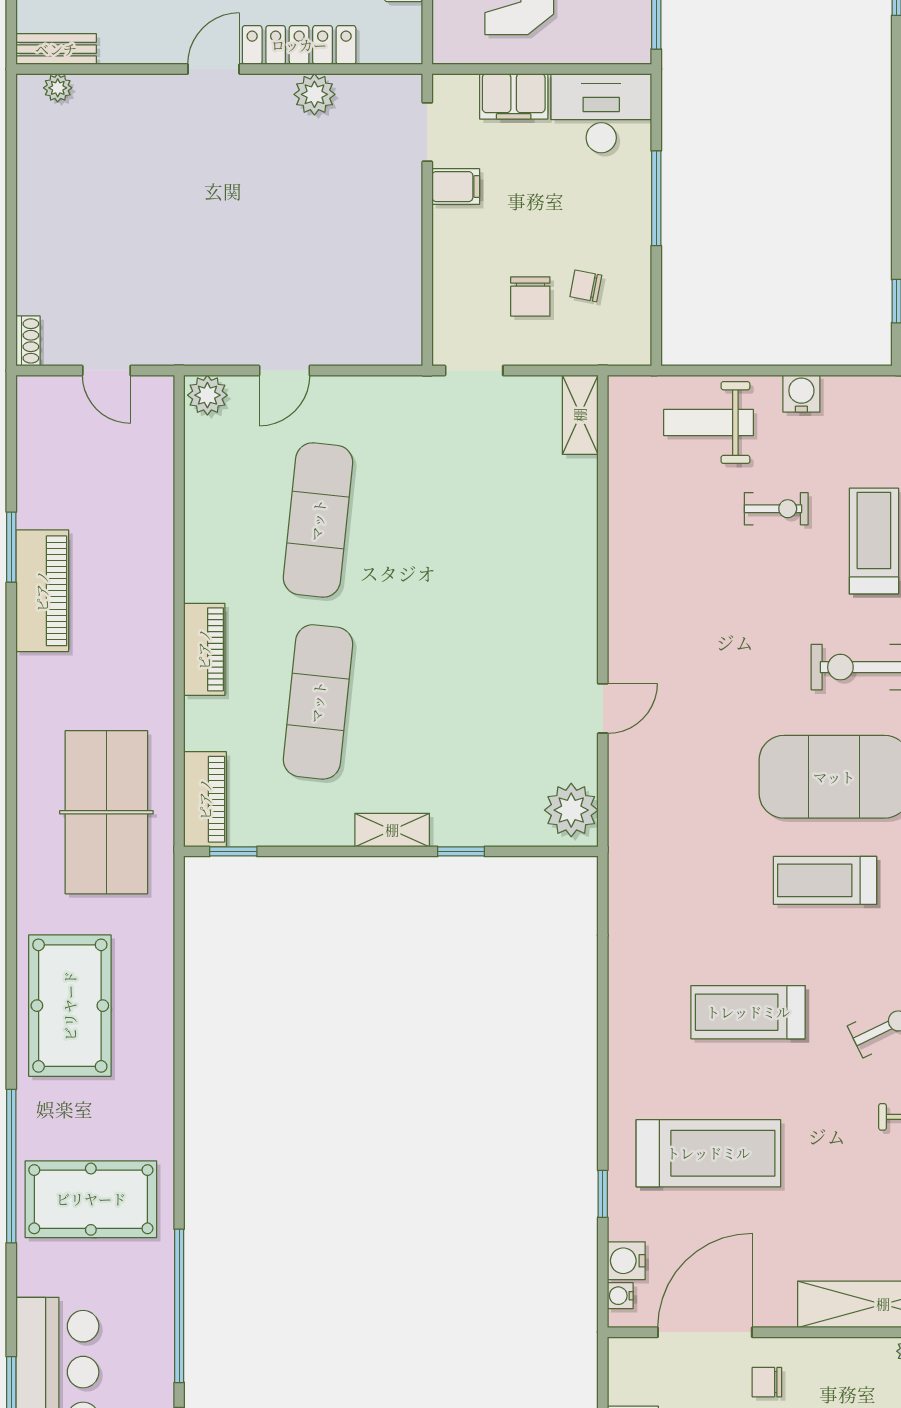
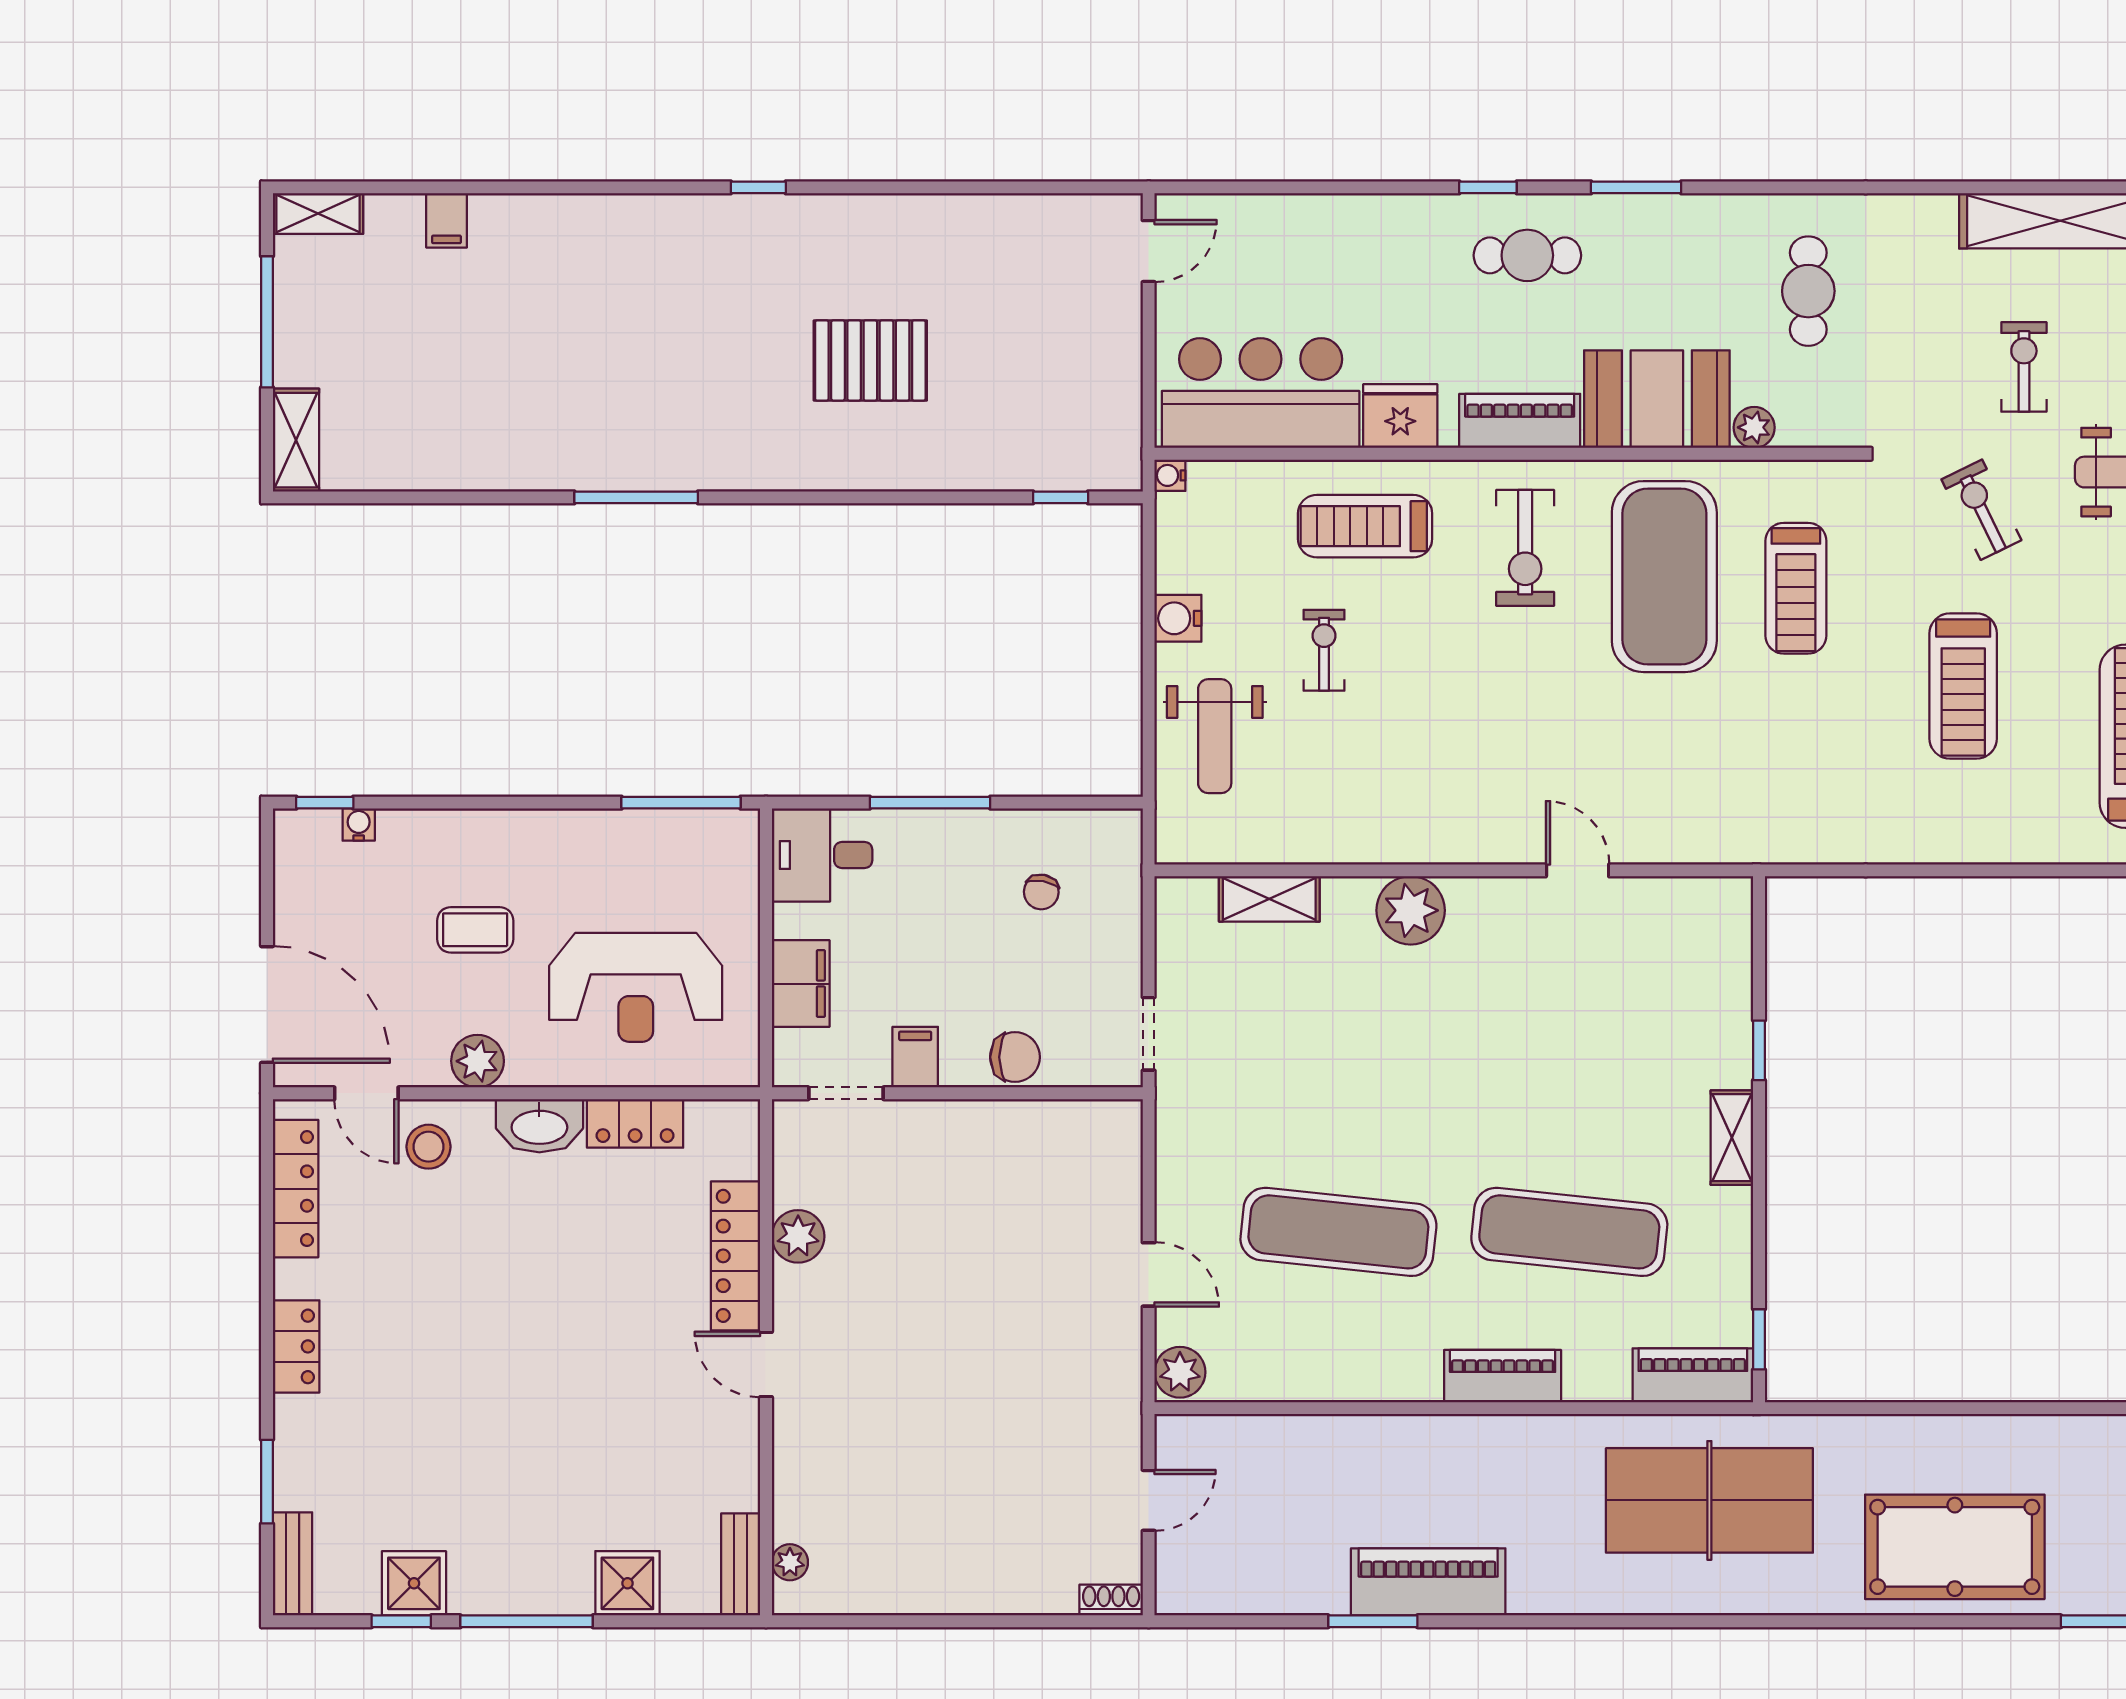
desk: (601, 113) -> (822, 855), width x0.73
chair: (530, 296) -> (1015, 1057), moved
shelving: (580, 415) -> (1269, 899), moved
plant: (571, 810) -> (1411, 910), moved

